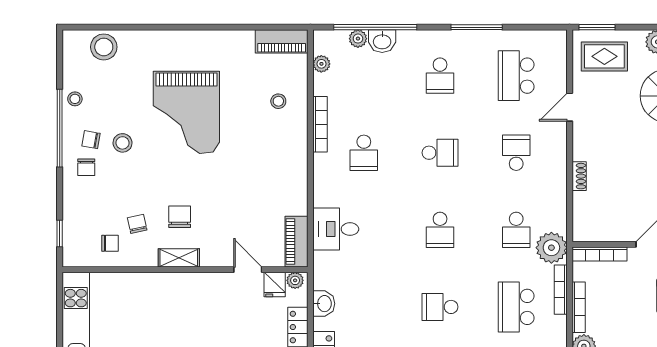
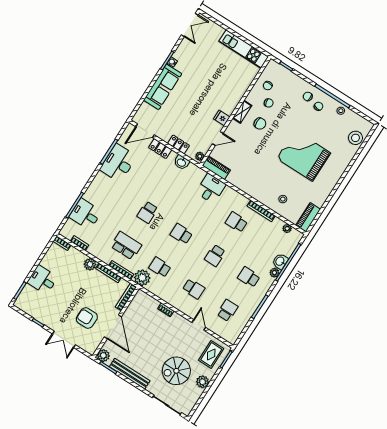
plant: (358, 39) -> (274, 273), moved
school desk: (516, 76) -> (227, 310), width x0.54
stool: (123, 143) -> (308, 119), removed
fridge: (275, 285) -> (222, 118), moved
school desk: (440, 307) -> (148, 212), turned 180

